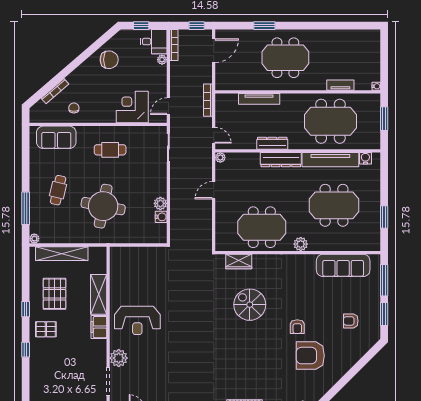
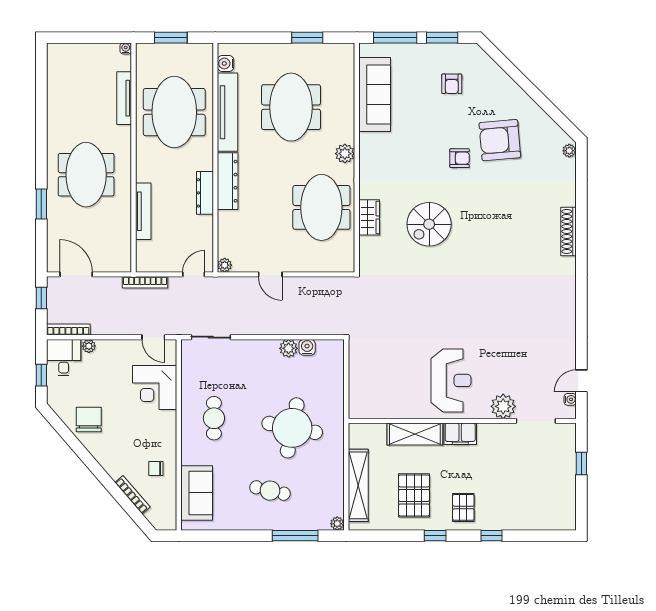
tv unit: (340, 85) -> (124, 98), width x1.41
wardrobe: (239, 261) -> (369, 217), moved
pallet: (54, 294) -> (414, 495), turned 90
armchair: (310, 356) -> (500, 140), turned 85

